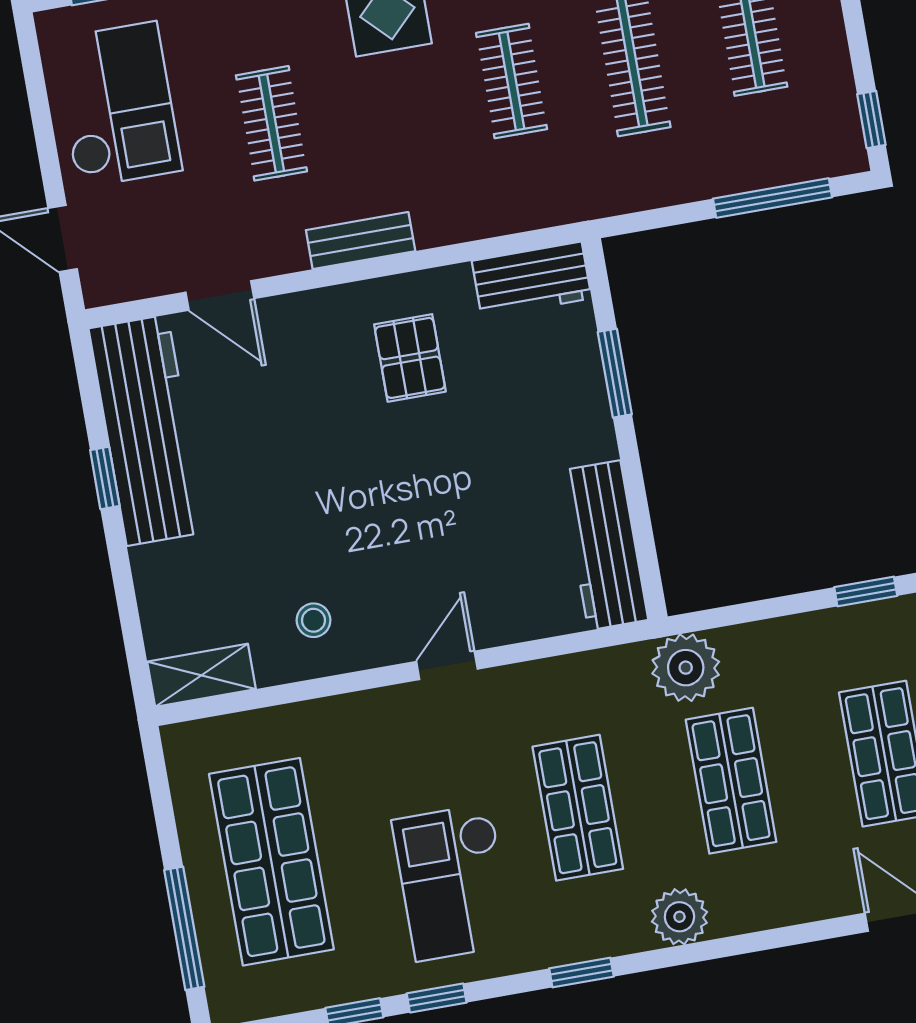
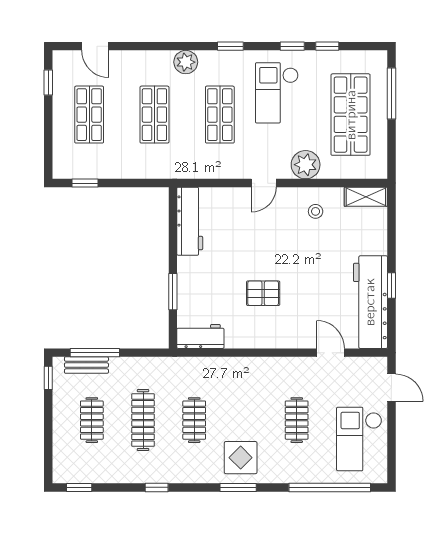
bench: (361, 241) -> (86, 365), moved
pallet: (410, 358) -> (263, 293), moved, turned 90
plant: (686, 668) -> (306, 165), moved
checkout: (453, 882) -> (277, 93), turned 180

